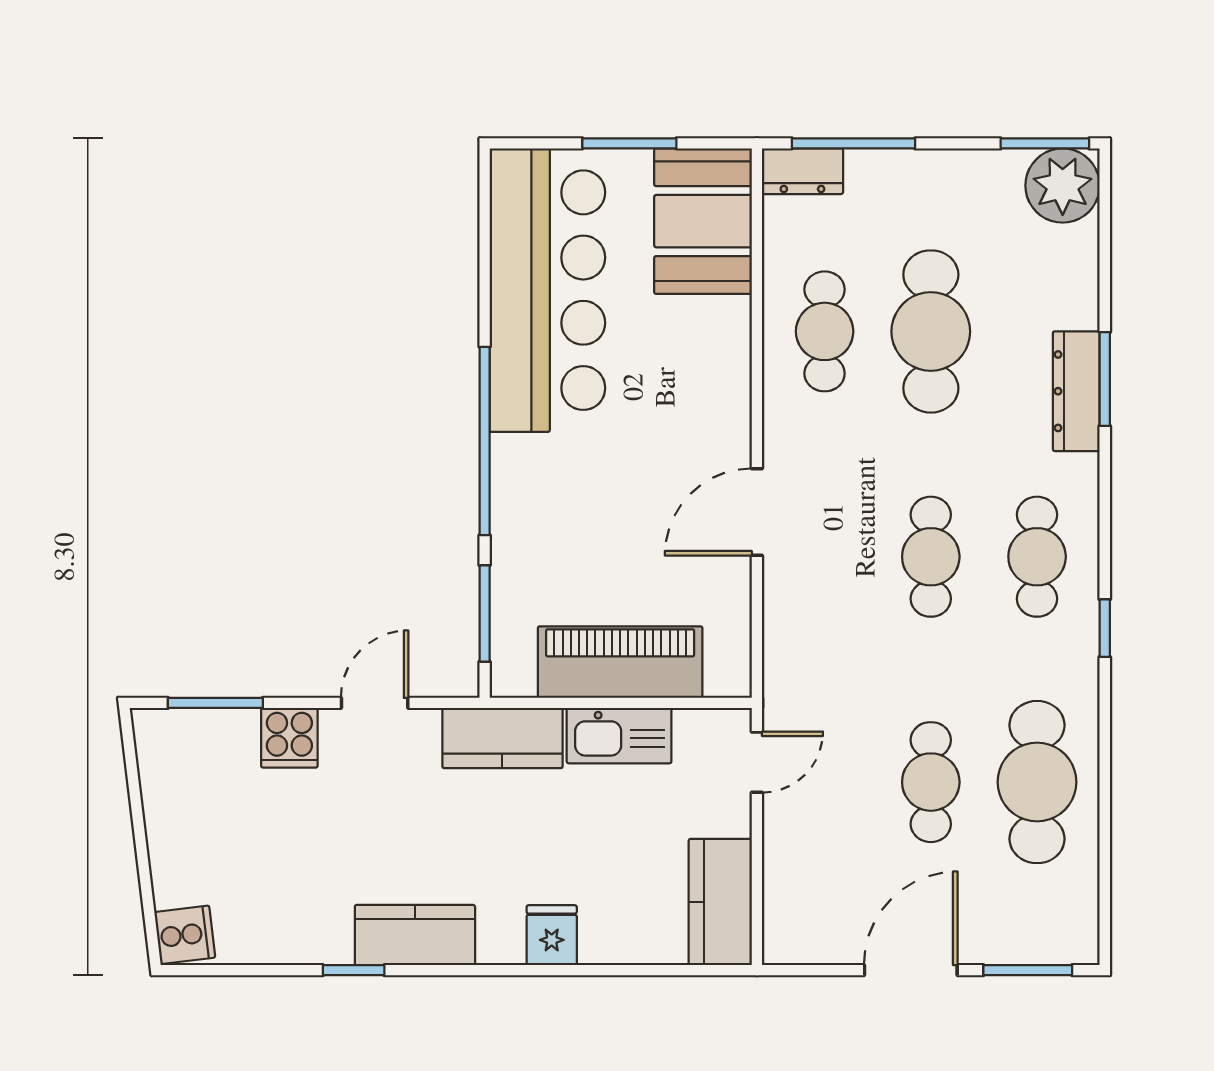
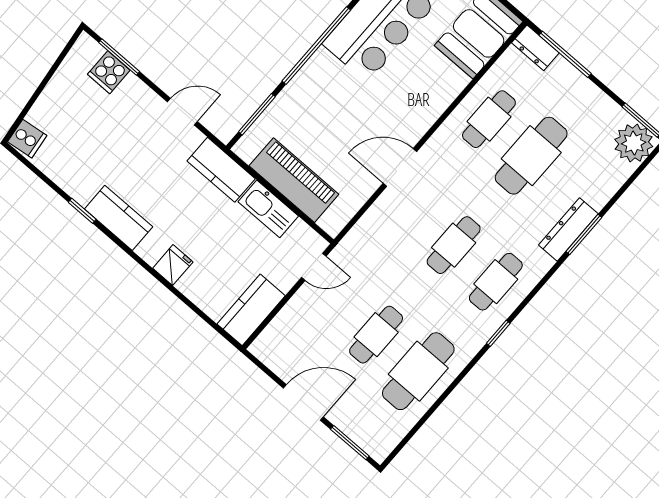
cooker: (289, 738) -> (109, 72), moved

